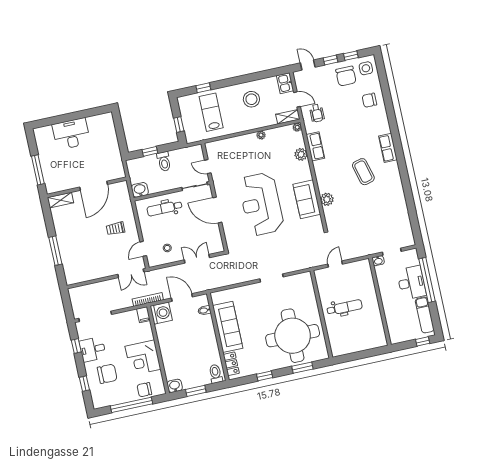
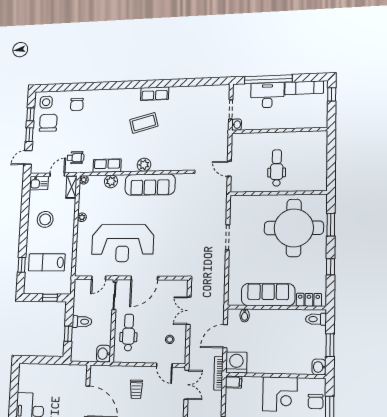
chair: (346, 76) -> (48, 123), turned -90
row of seats: (388, 148) -> (155, 94), moved
sofa: (307, 199) -> (150, 185), width x1.36
plant: (327, 199) -> (144, 165), moved
reception desk: (261, 204) -> (123, 243), moved
dental chair: (164, 208) -> (129, 332), turned 180

